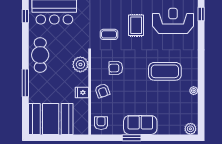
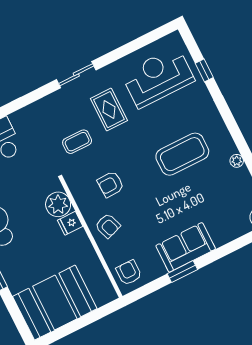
window: (201, 14) -> (204, 70), moved
fridge: (82, 93) -> (70, 223), moved

